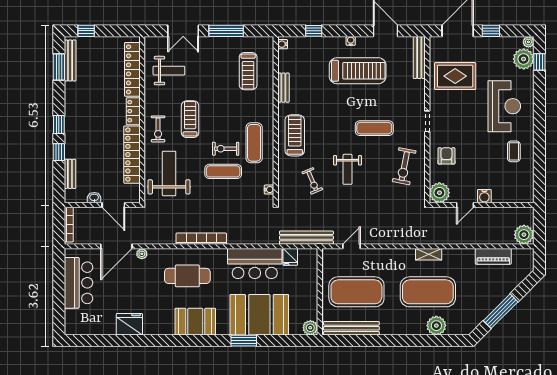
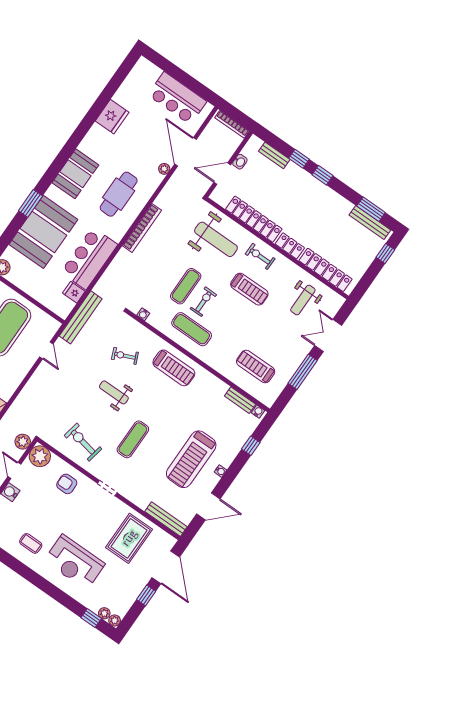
plant: (524, 59) -> (104, 613), width x0.53, depth x0.53
bench: (283, 88) -> (240, 400), moved
armchair: (446, 156) -> (67, 484), turned 180
plant: (437, 214) -> (23, 442), added

